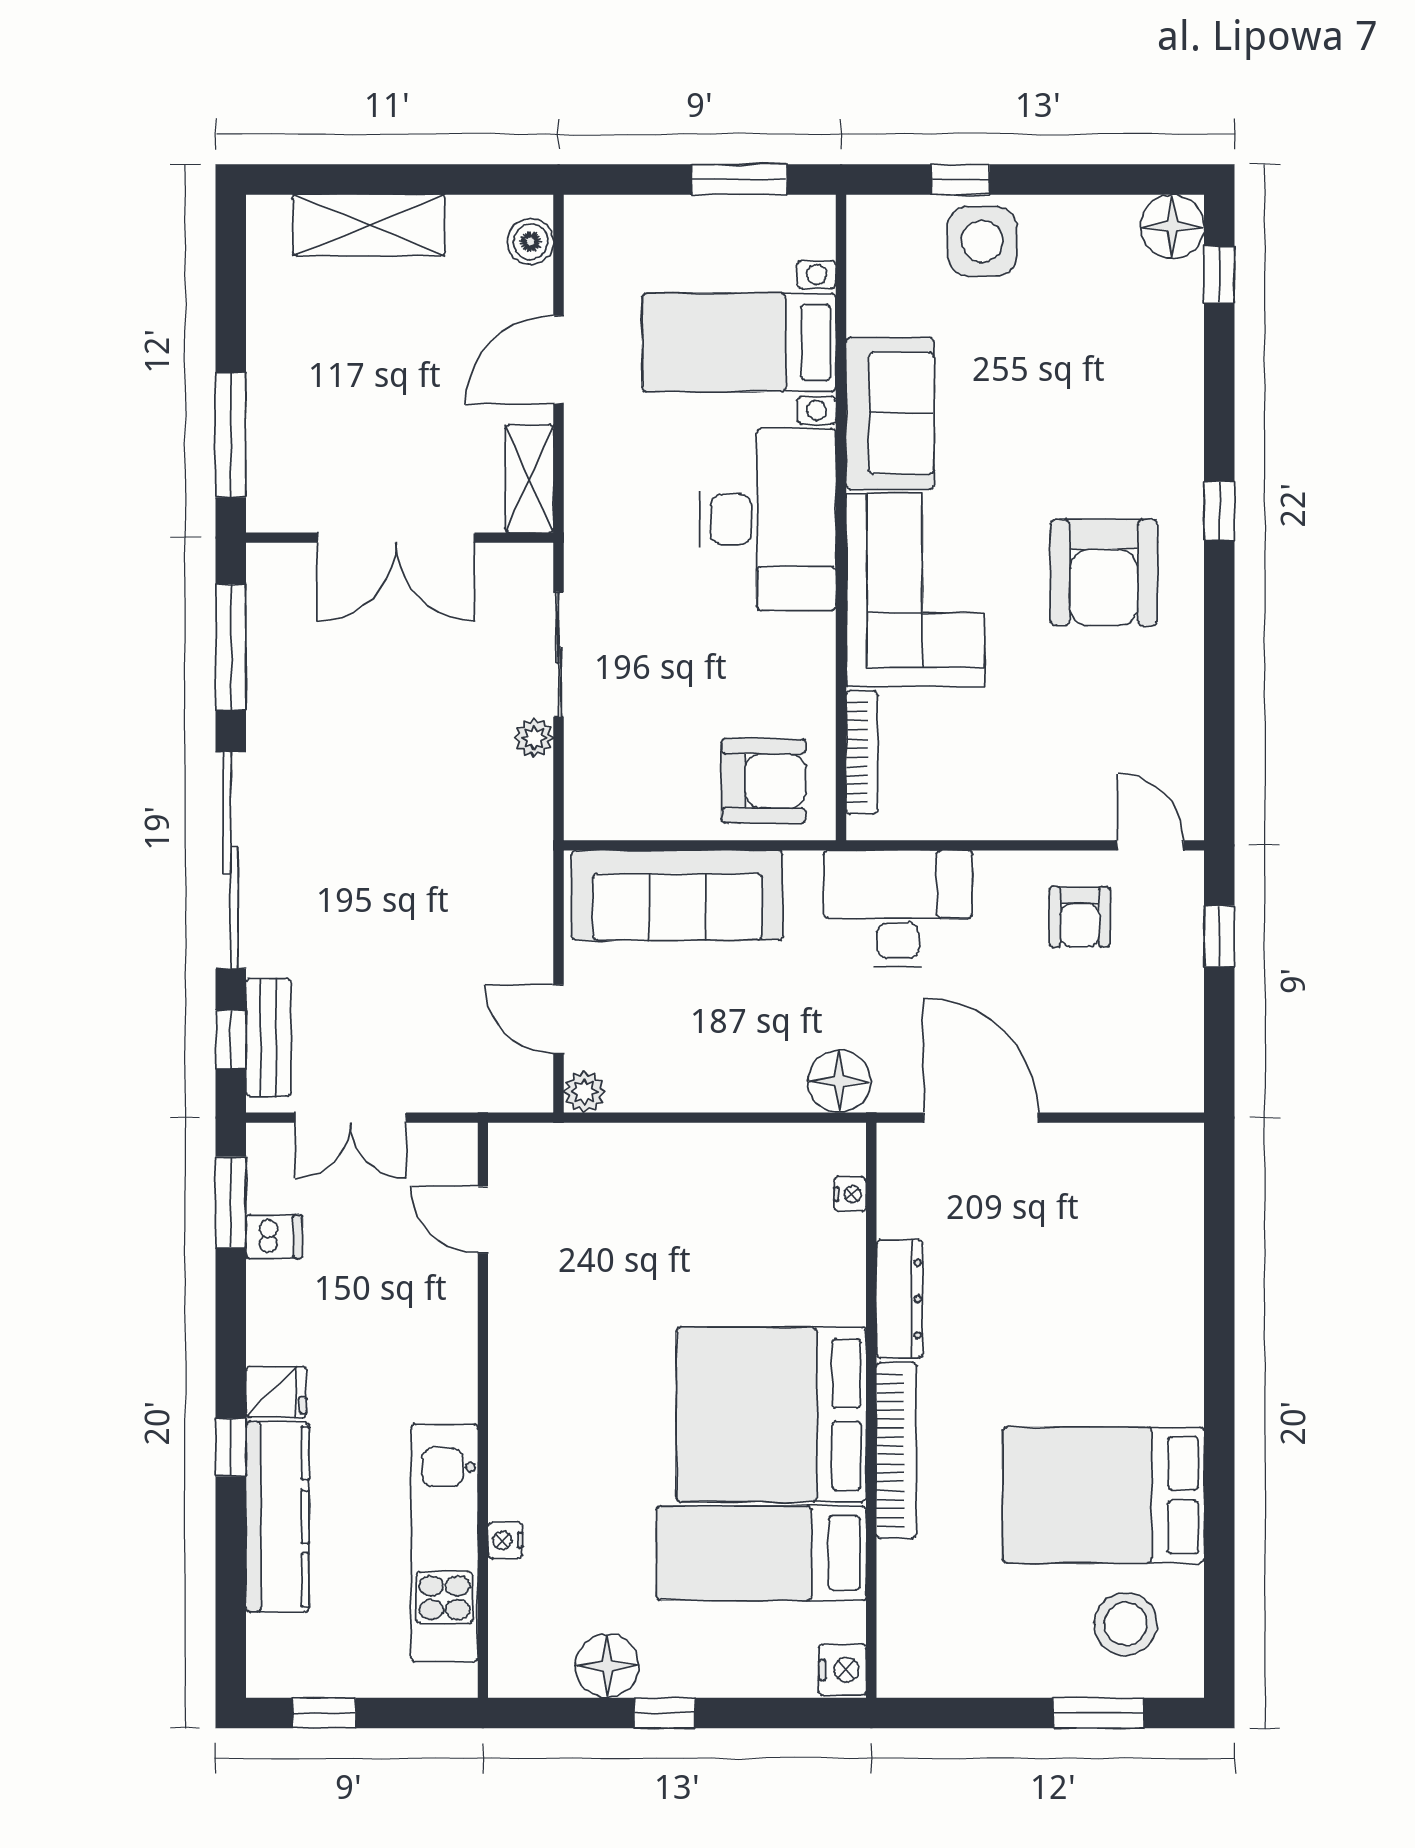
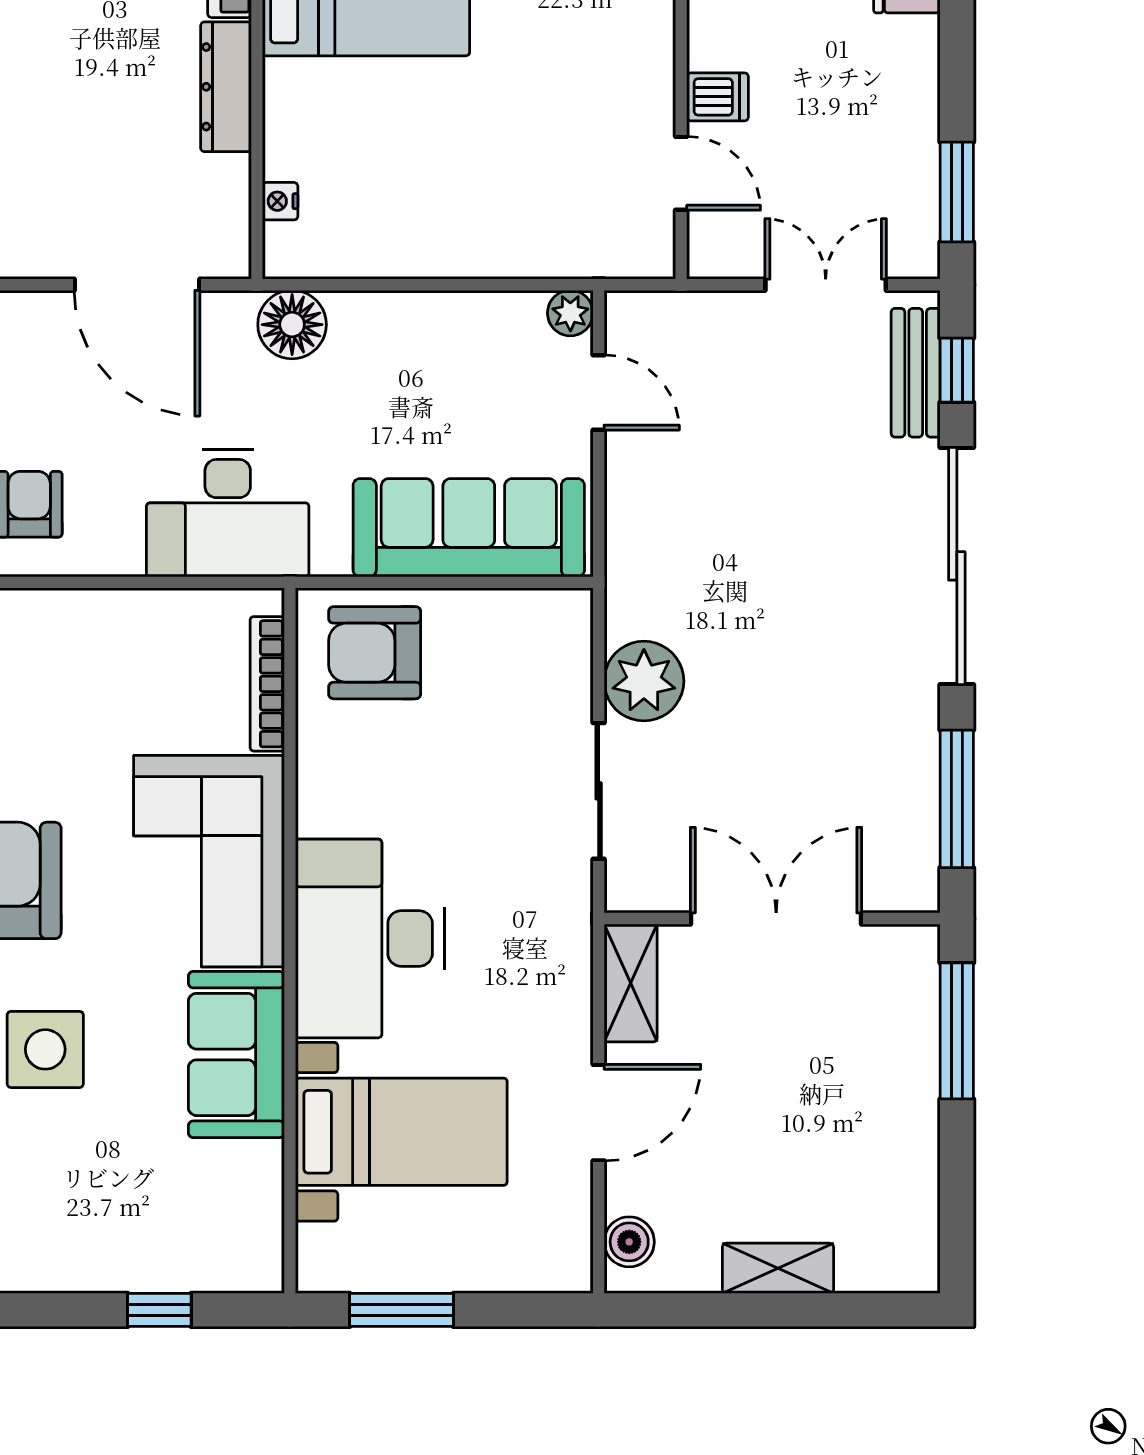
shelving: (369, 225) -> (778, 1268), width x0.67, depth x0.75
side table: (982, 241) -> (45, 1049), moved
plant: (534, 738) -> (644, 681), width x1.88, depth x1.88
dishwasher: (274, 1237) -> (718, 97), moved, turned 180

